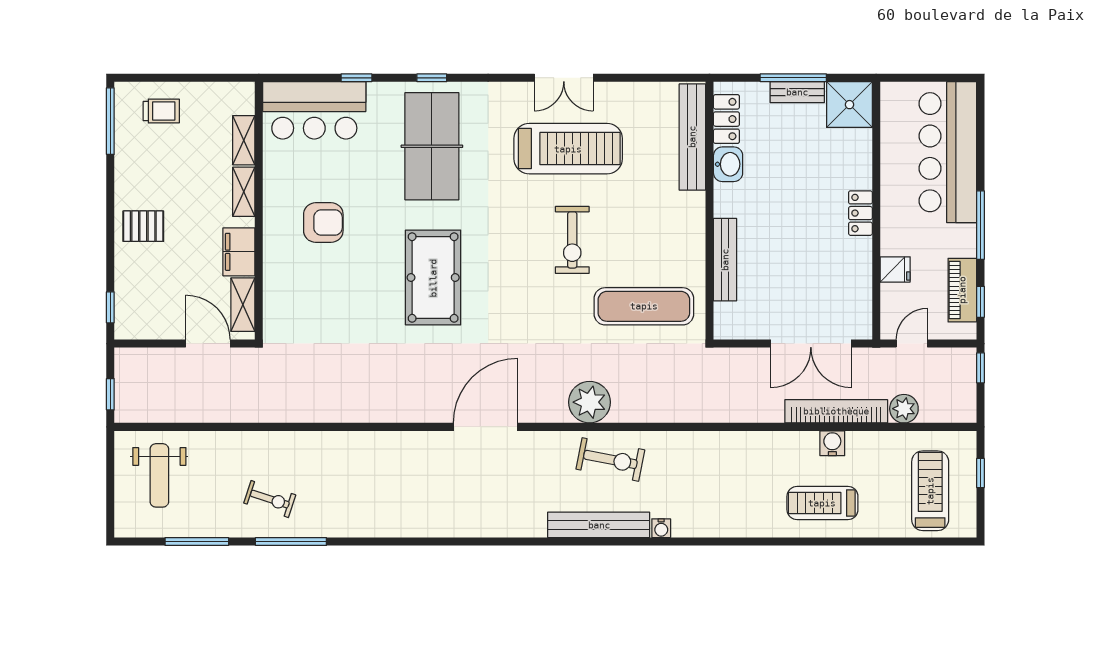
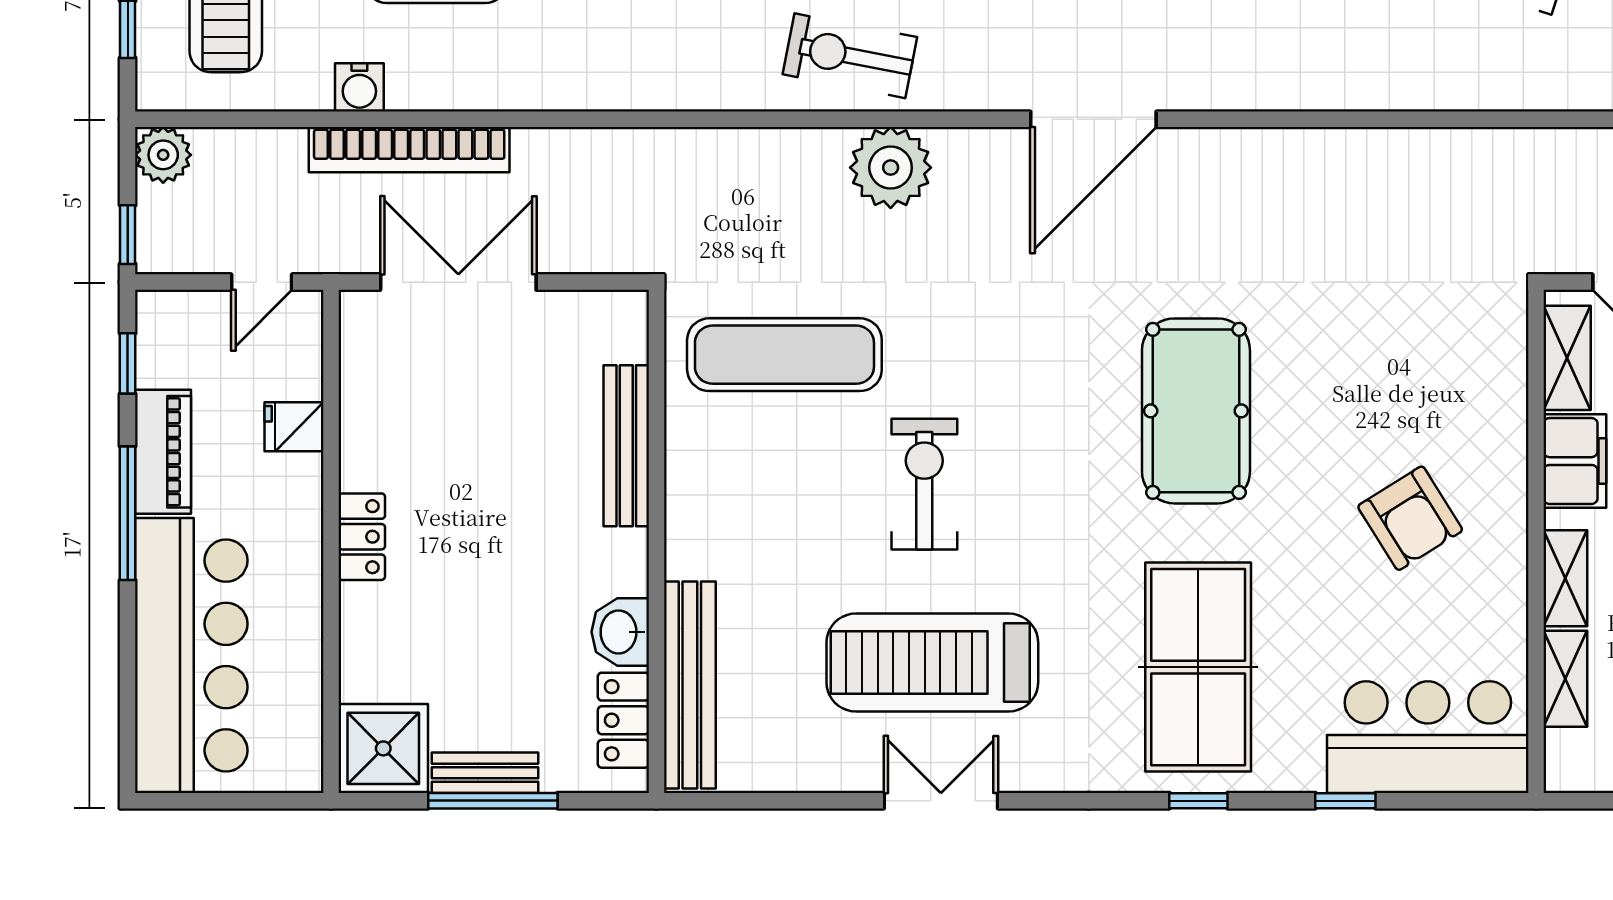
armchair: (323, 223) -> (1410, 518), turned -122
piano: (962, 290) -> (163, 452), moved
plant: (904, 409) -> (163, 155), moved
water cooler: (832, 443) -> (359, 87), moved

